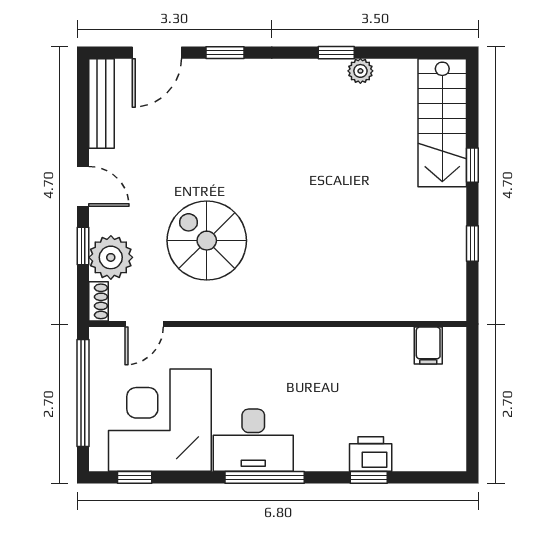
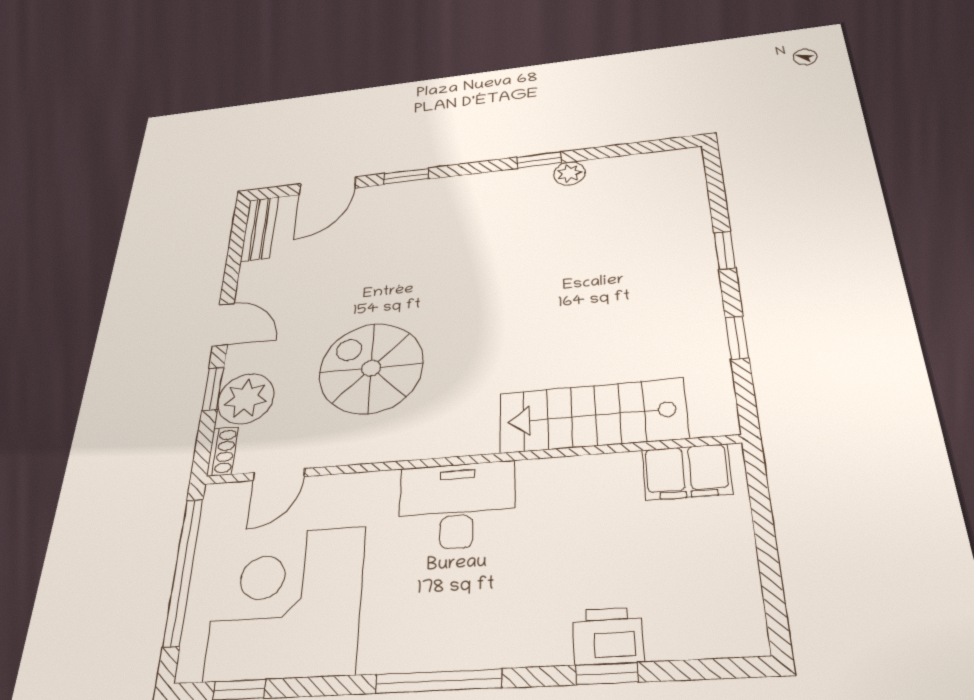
bench: (101, 103) -> (260, 229), width x0.73
stairs: (442, 123) -> (592, 416), moved, turned 90
filing cabinet: (428, 346) -> (687, 472), width x2.00
desk: (253, 440) -> (457, 505), moved, turned 180

